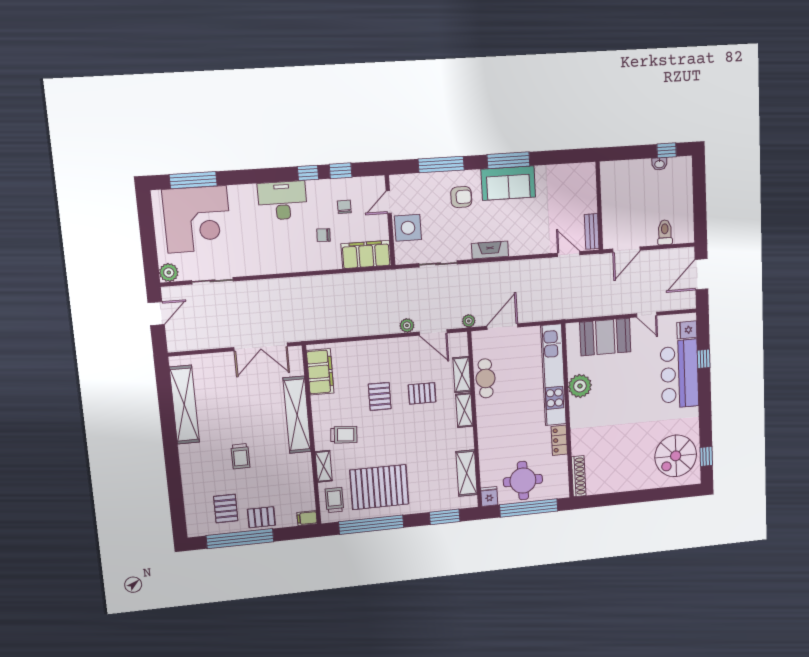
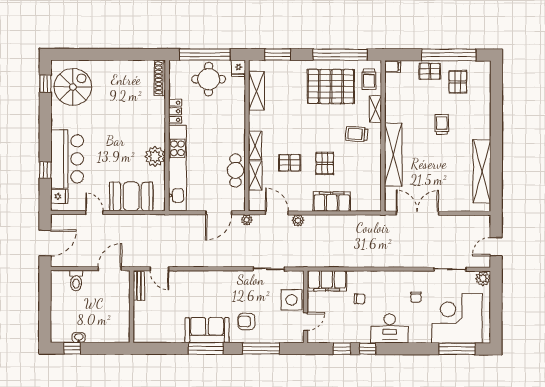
chair: (344, 207) -> (416, 297), moved
fireplace: (490, 250) -> (225, 277), removed
filing cabinet: (320, 372) -> (332, 202), moved, turned 90

